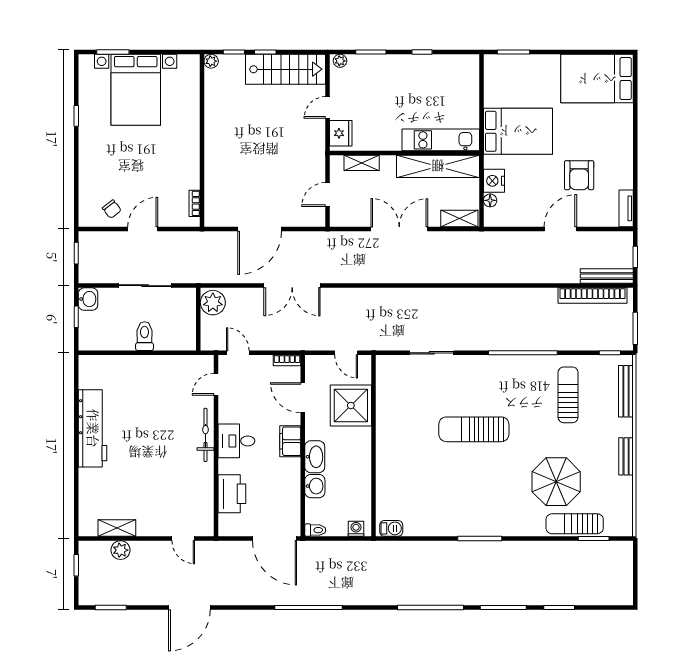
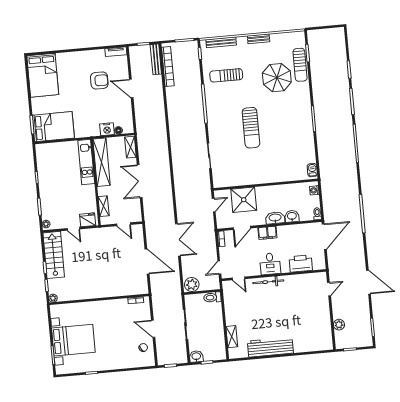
bed: (518, 131) -> (53, 127), moved, turned 90
toilet: (145, 336) -> (212, 297), moved
shelving: (117, 528) -> (232, 337), moved

